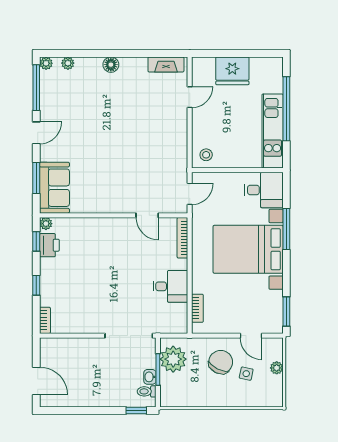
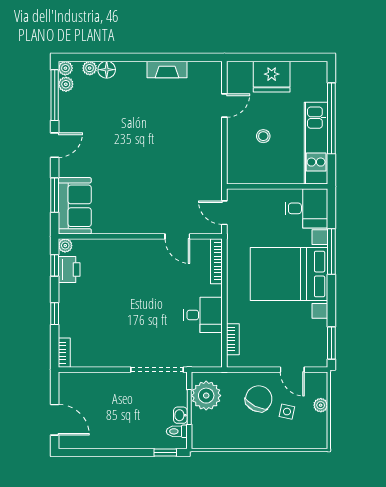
fireplace: (166, 64) -> (167, 69), moved
floor lamp: (111, 65) -> (107, 70), moved
plant: (46, 78) -> (66, 84), added
stool: (206, 155) -> (263, 136), moved
door: (190, 194) -> (224, 213), swing flipped

